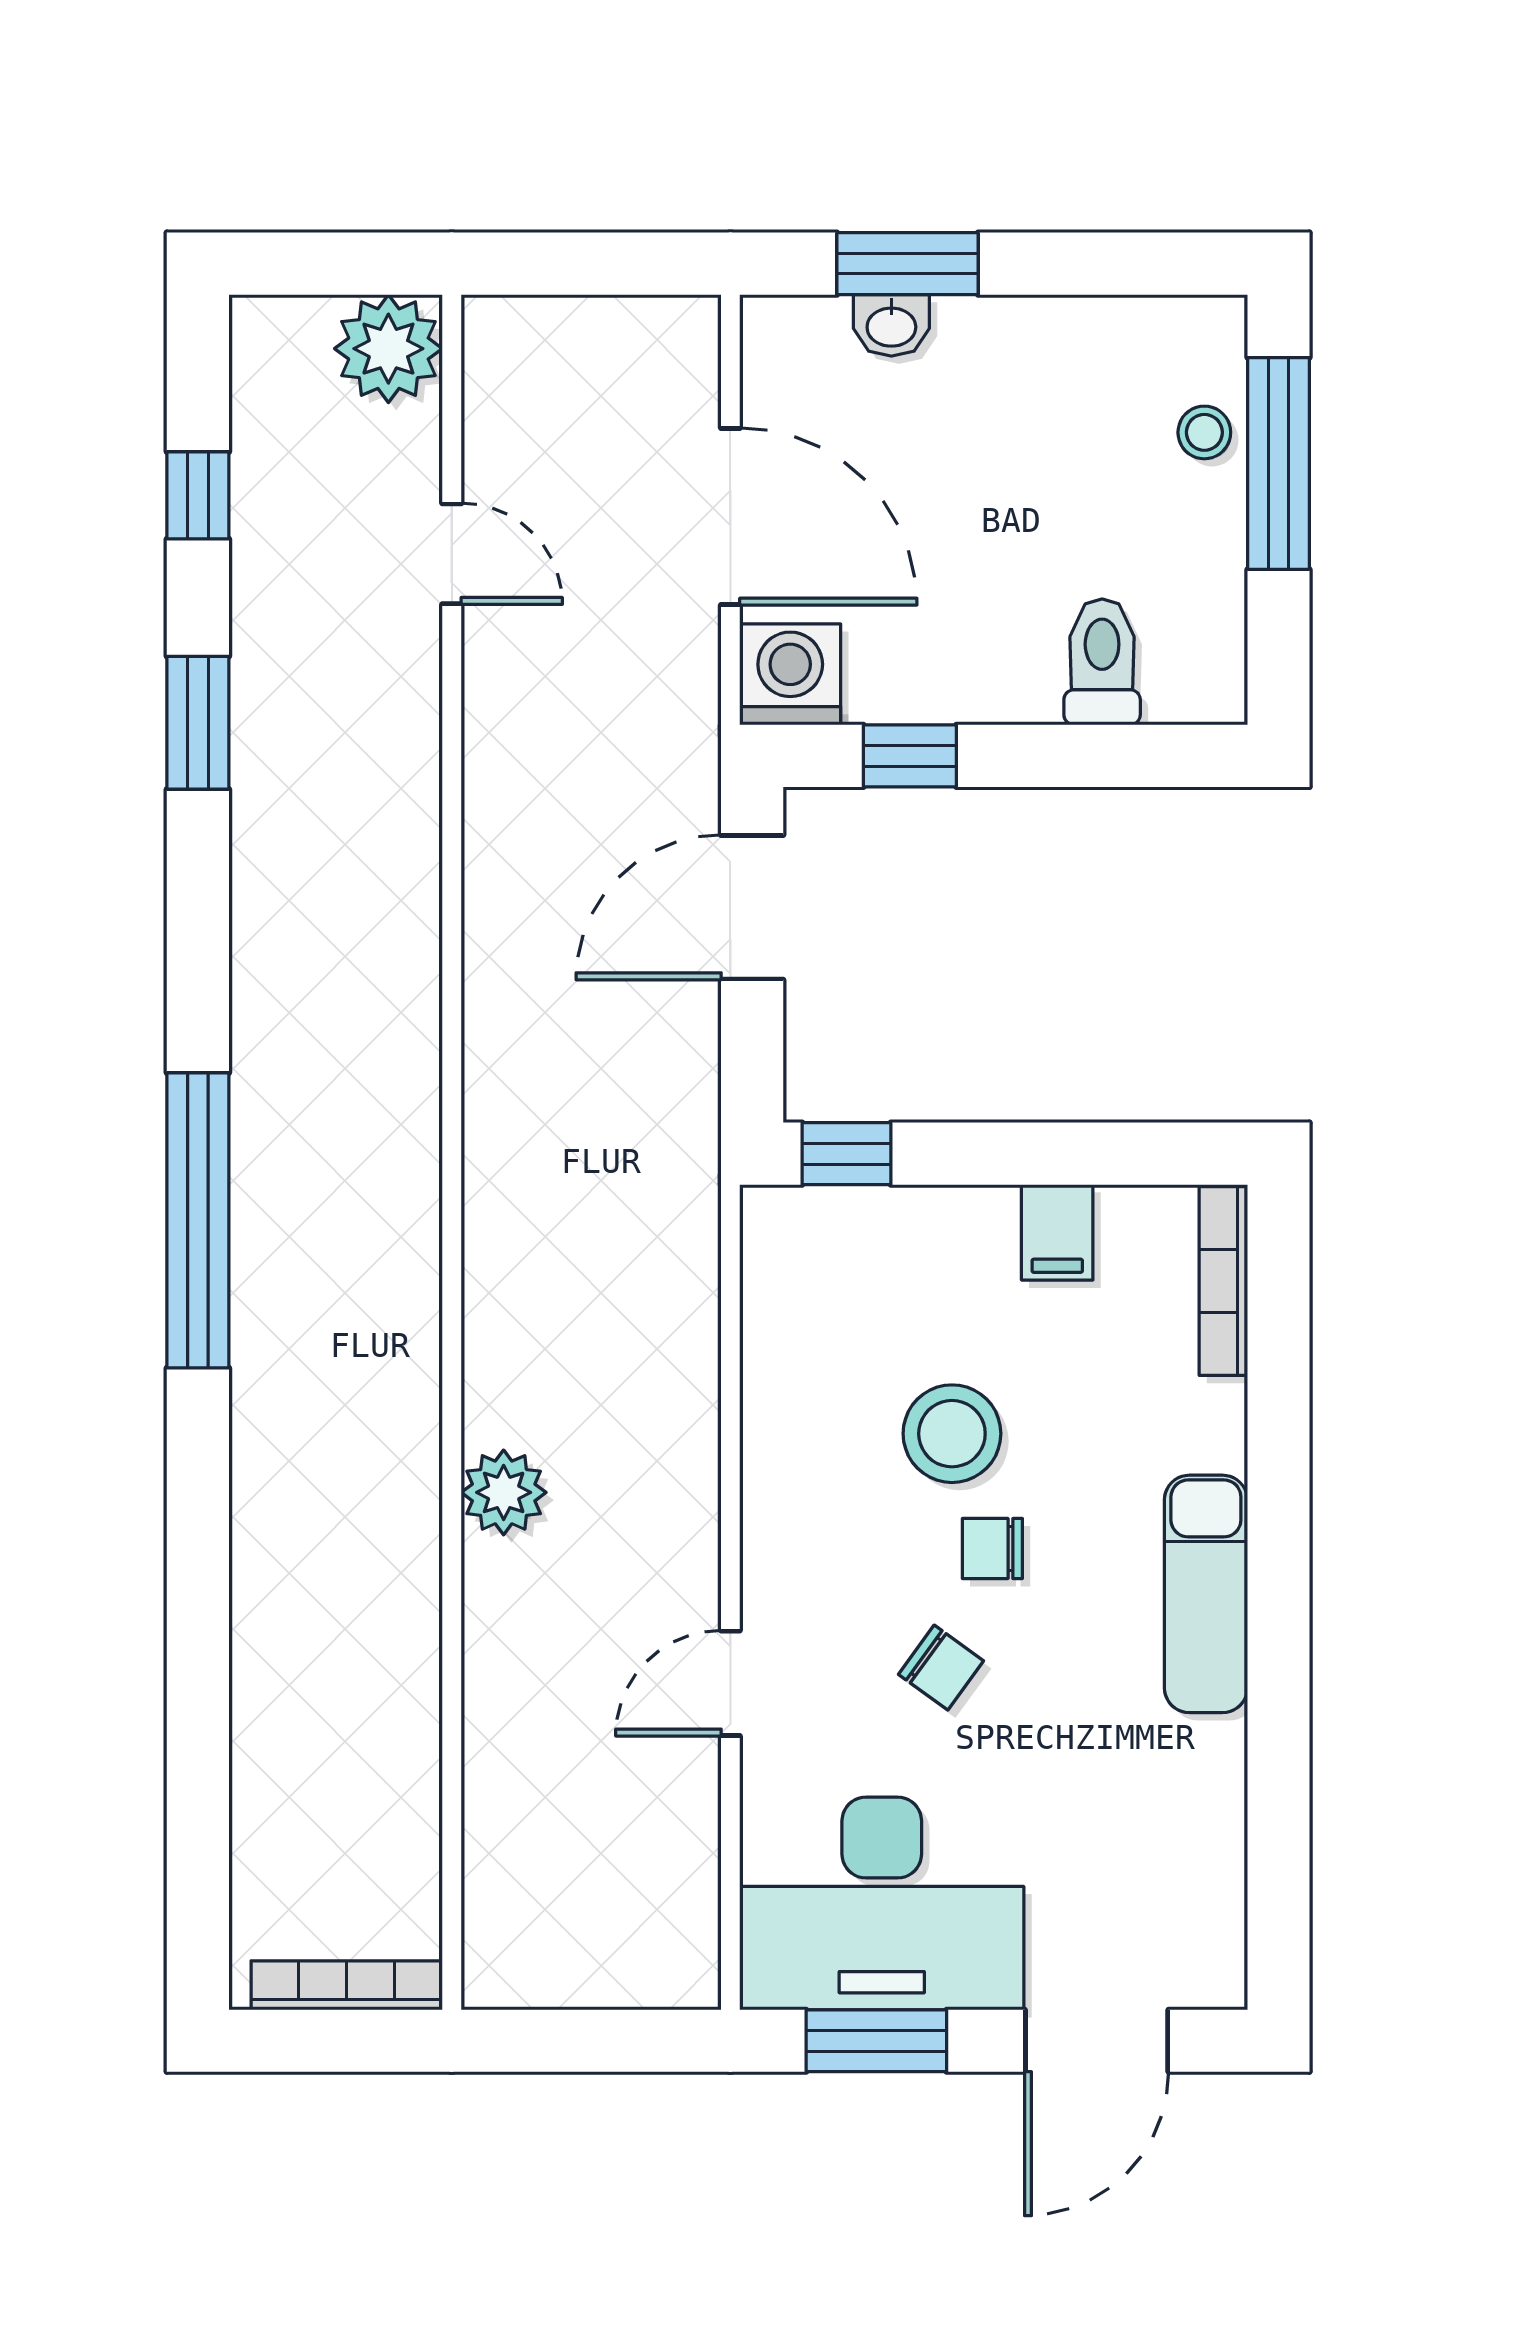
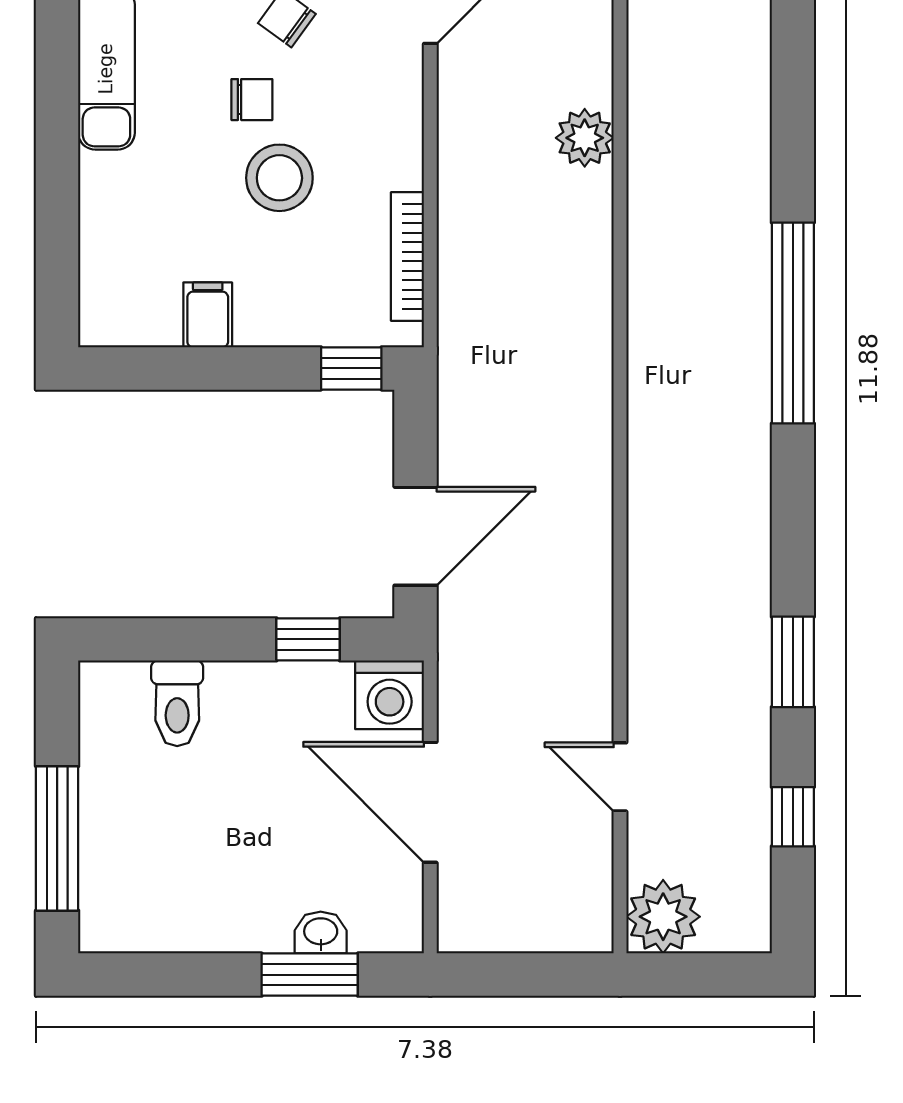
stool: (1204, 432) -> (108, 860), removed
bookcase: (1223, 1281) -> (407, 256), moved, turned 180

